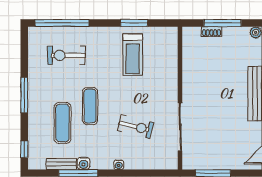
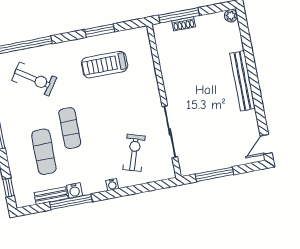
window: (222, 23) -> (179, 15), moved
exercise bike: (66, 55) -> (34, 79), turned -146
treadmill: (133, 55) -> (105, 65), turned 90
exercise bike: (136, 127) -> (134, 153), moved, turned -86

